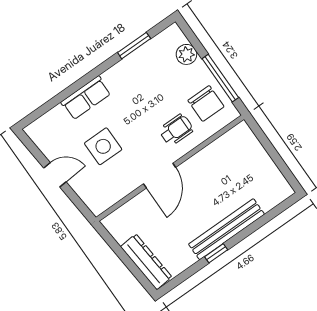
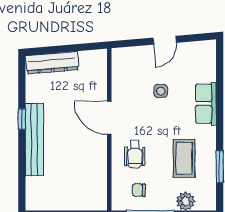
coffee table: (149, 83) -> (184, 158), added
chair: (206, 103) -> (139, 190), width x0.54, depth x0.54
side table: (103, 146) -> (161, 91), width x0.54, depth x0.54

